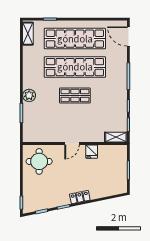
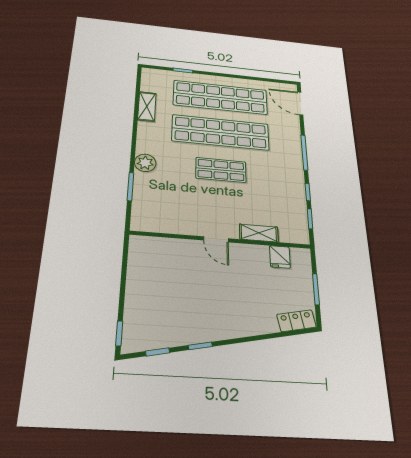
shelving: (28, 34) -> (147, 106), moved
shelving: (116, 137) -> (259, 233), moved
door: (72, 143) -> (216, 239), hinge flipped
fridge: (92, 152) -> (280, 257), moved
round table: (39, 161) -> (157, 264), removed
locker: (80, 197) -> (296, 321), moved

